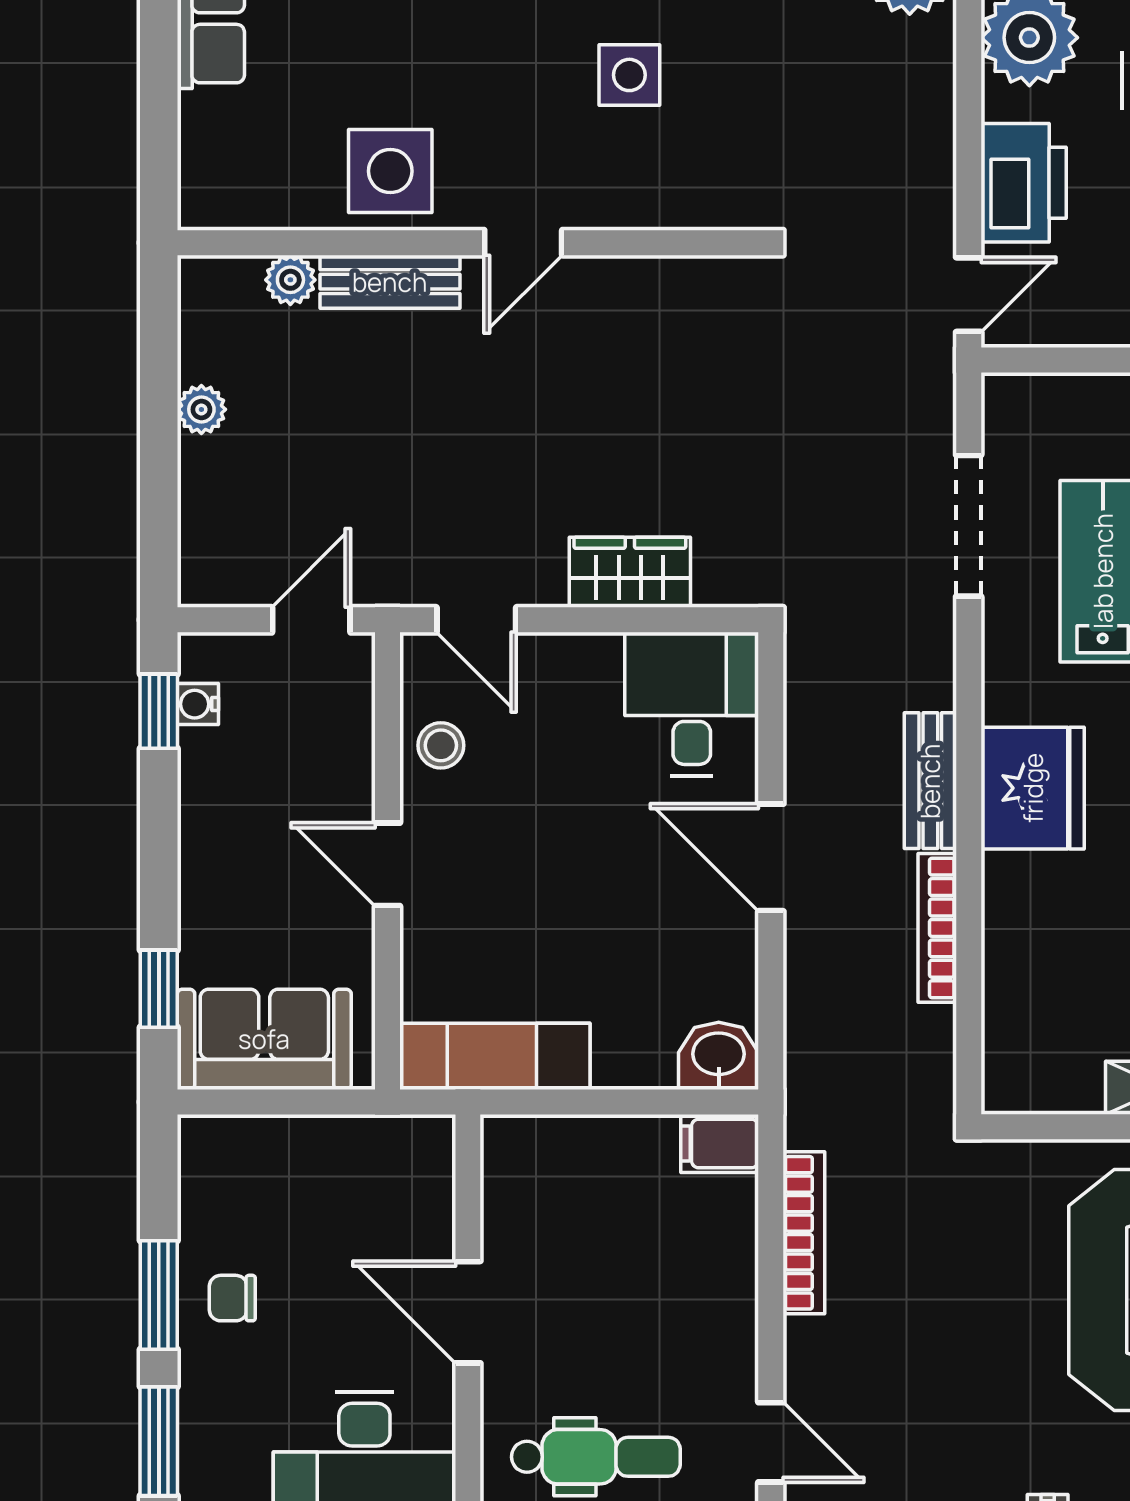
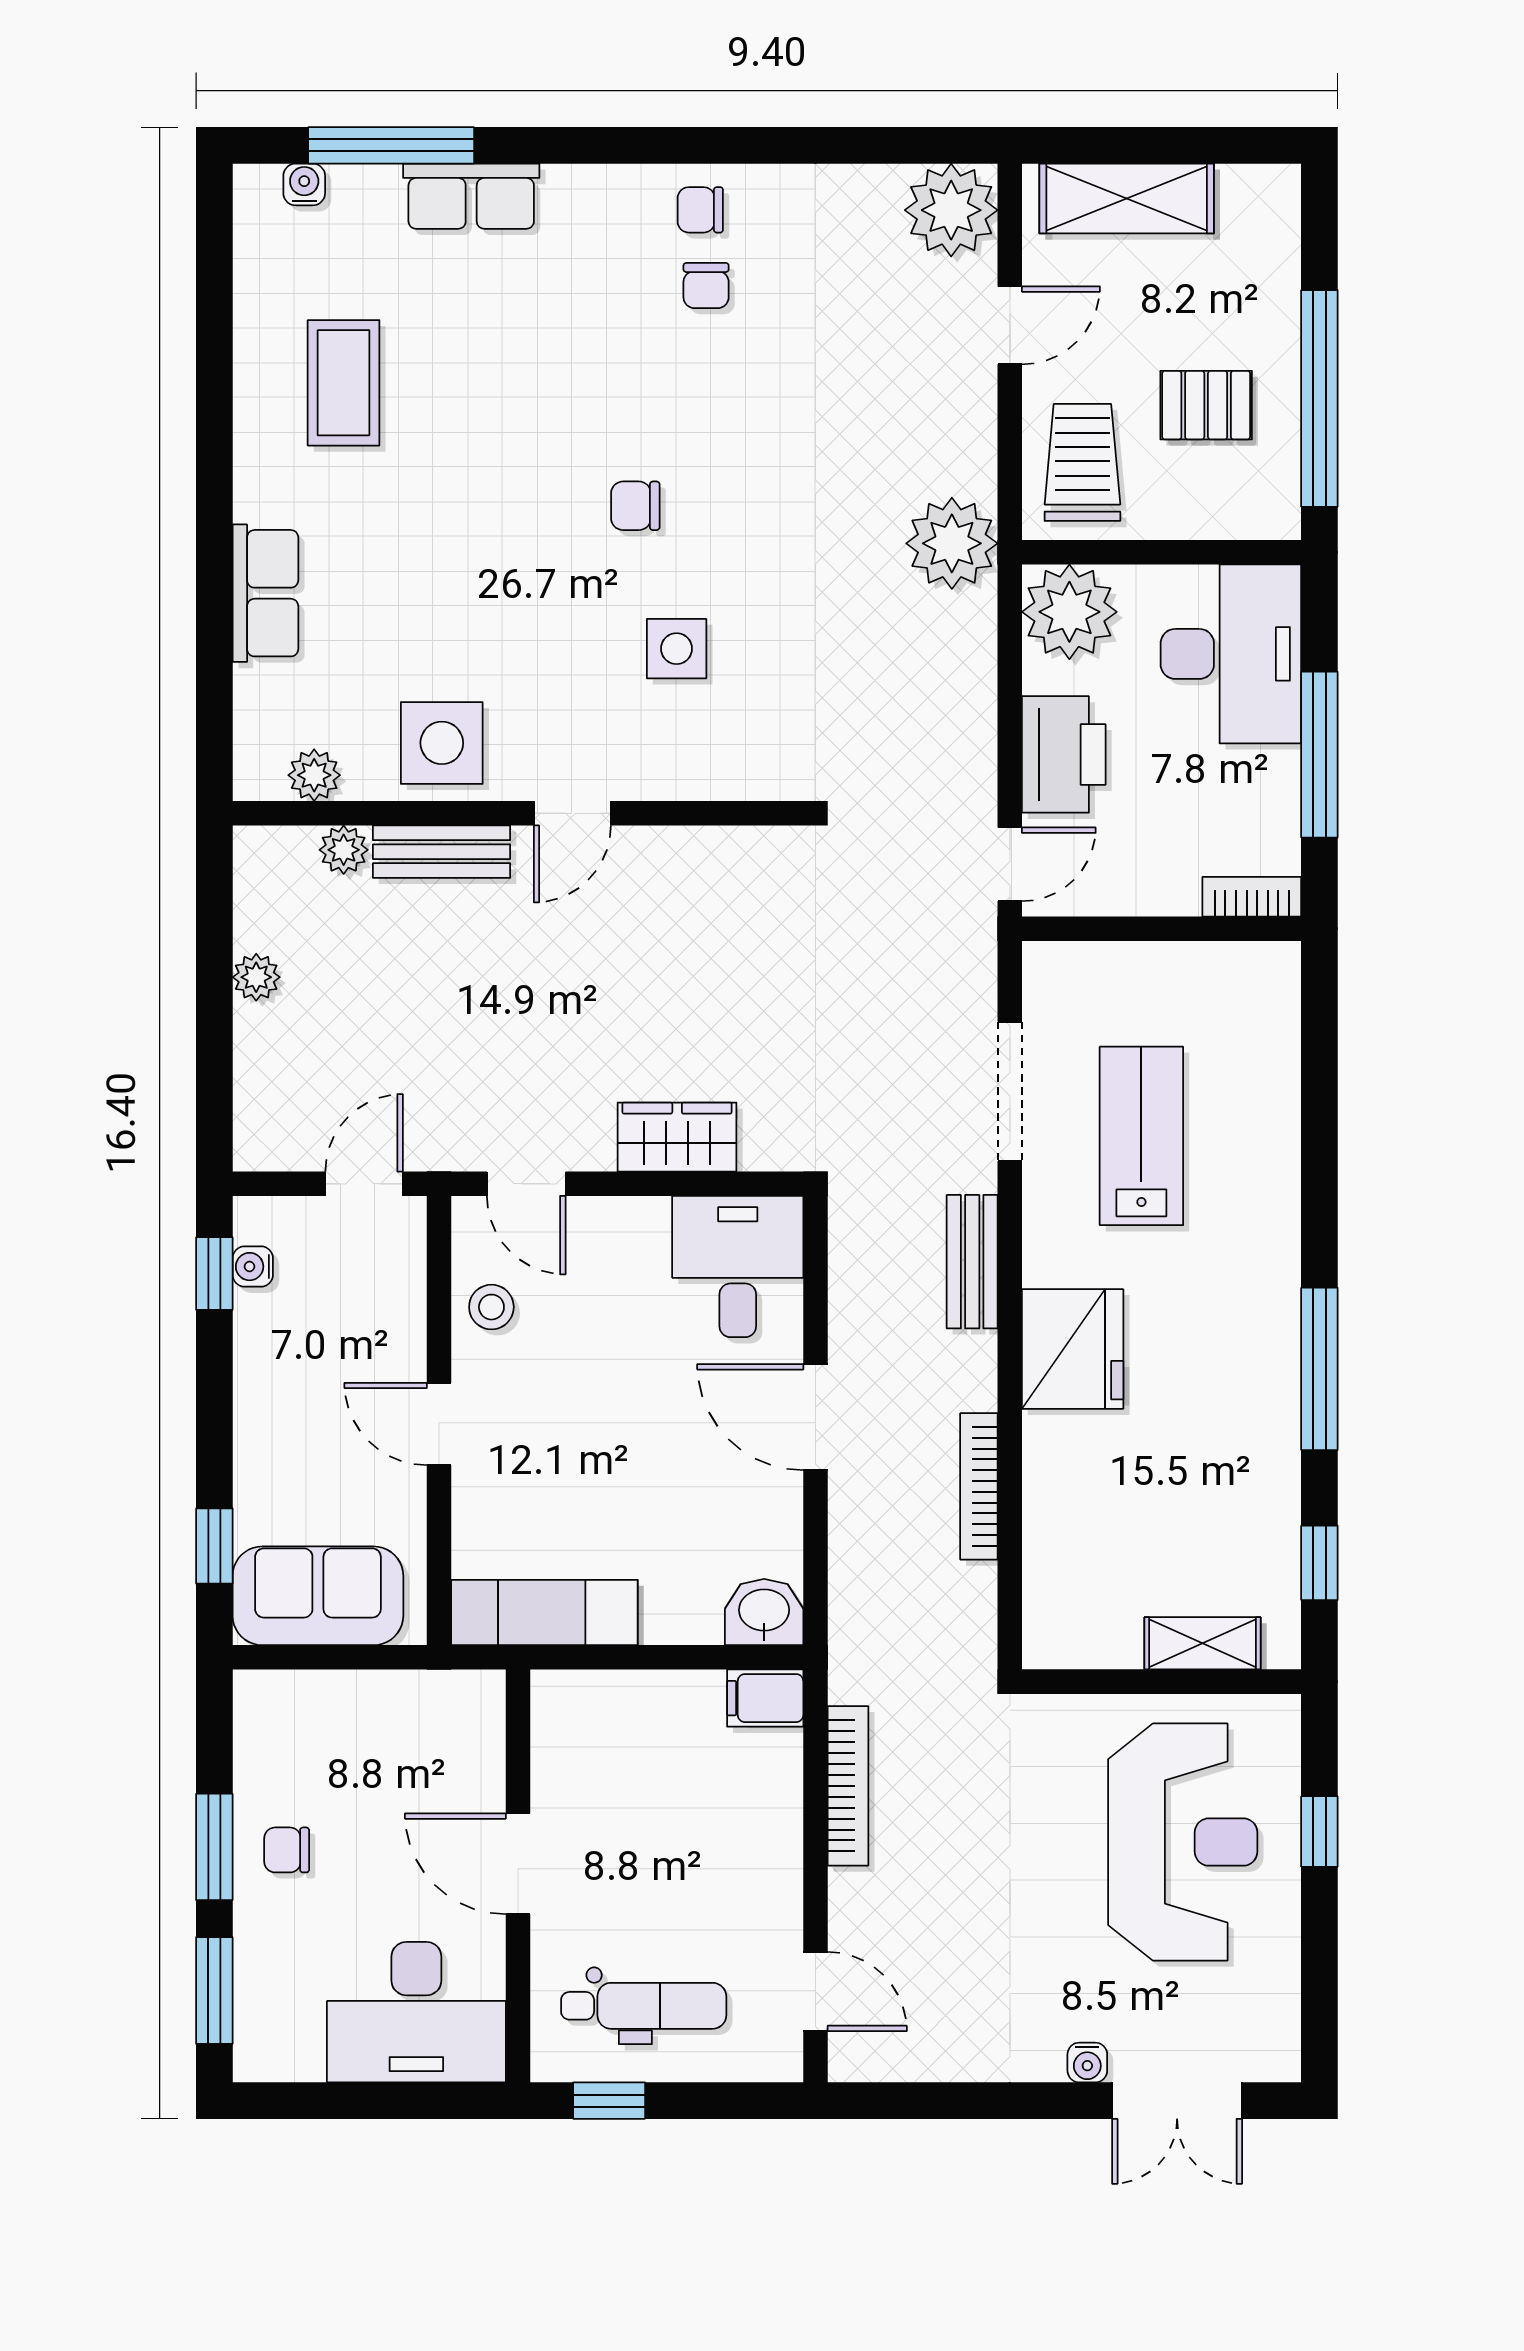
plant: (260, 204) -> (314, 775), added
bench: (930, 781) -> (972, 1262), moved

